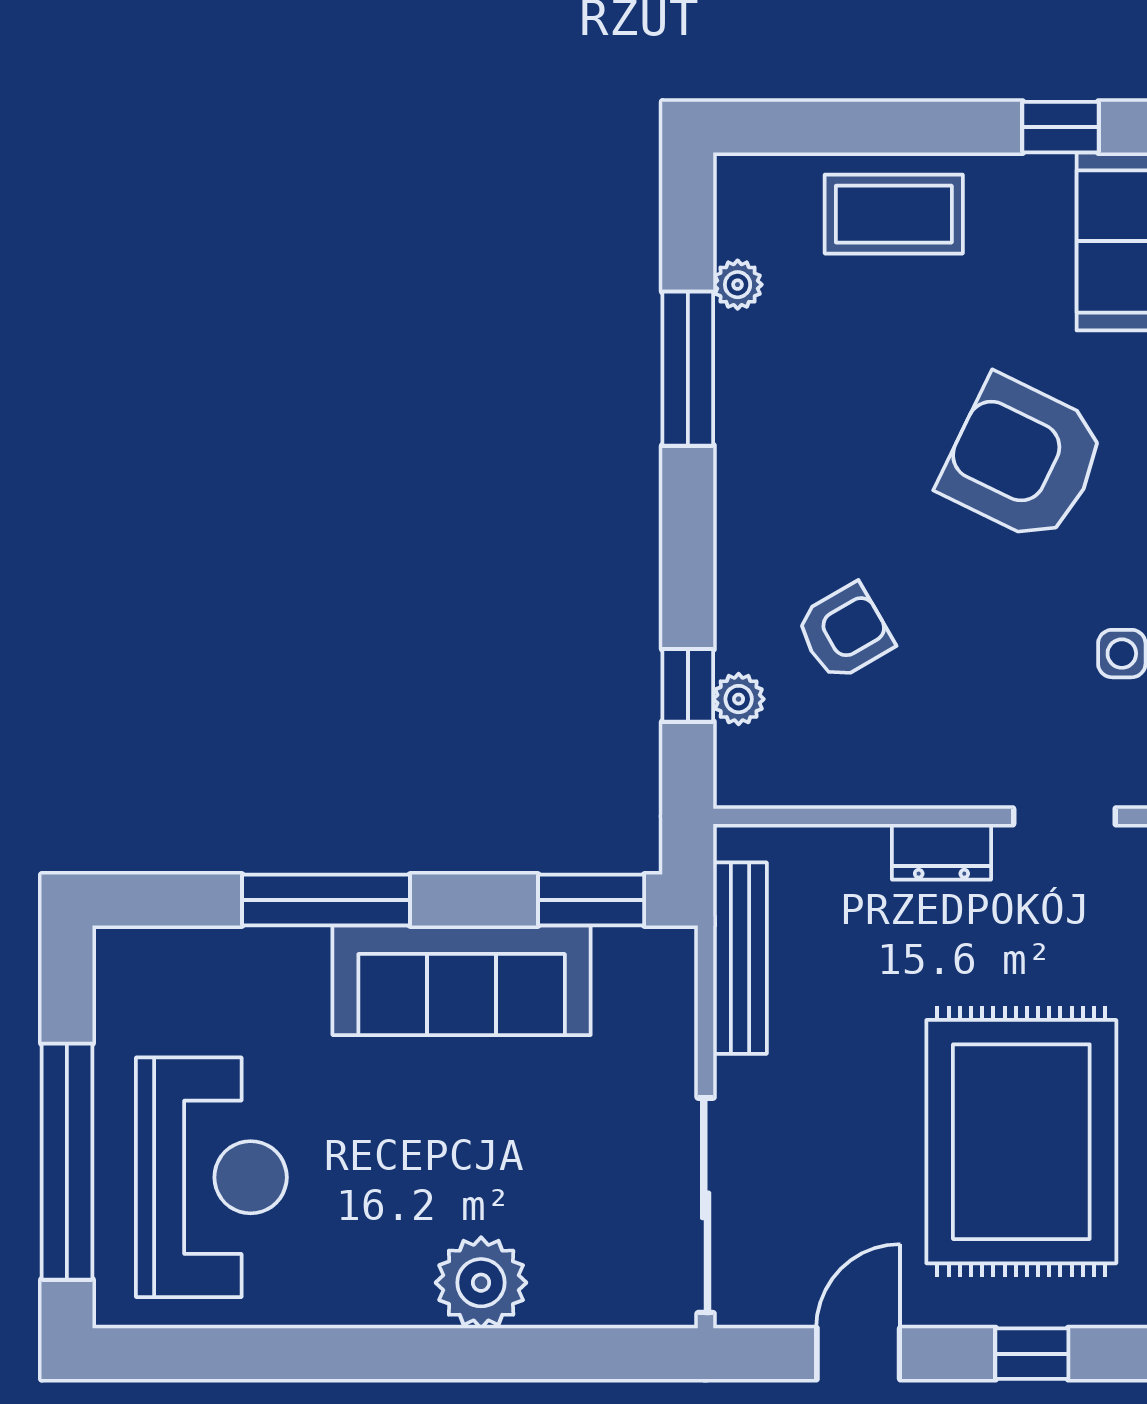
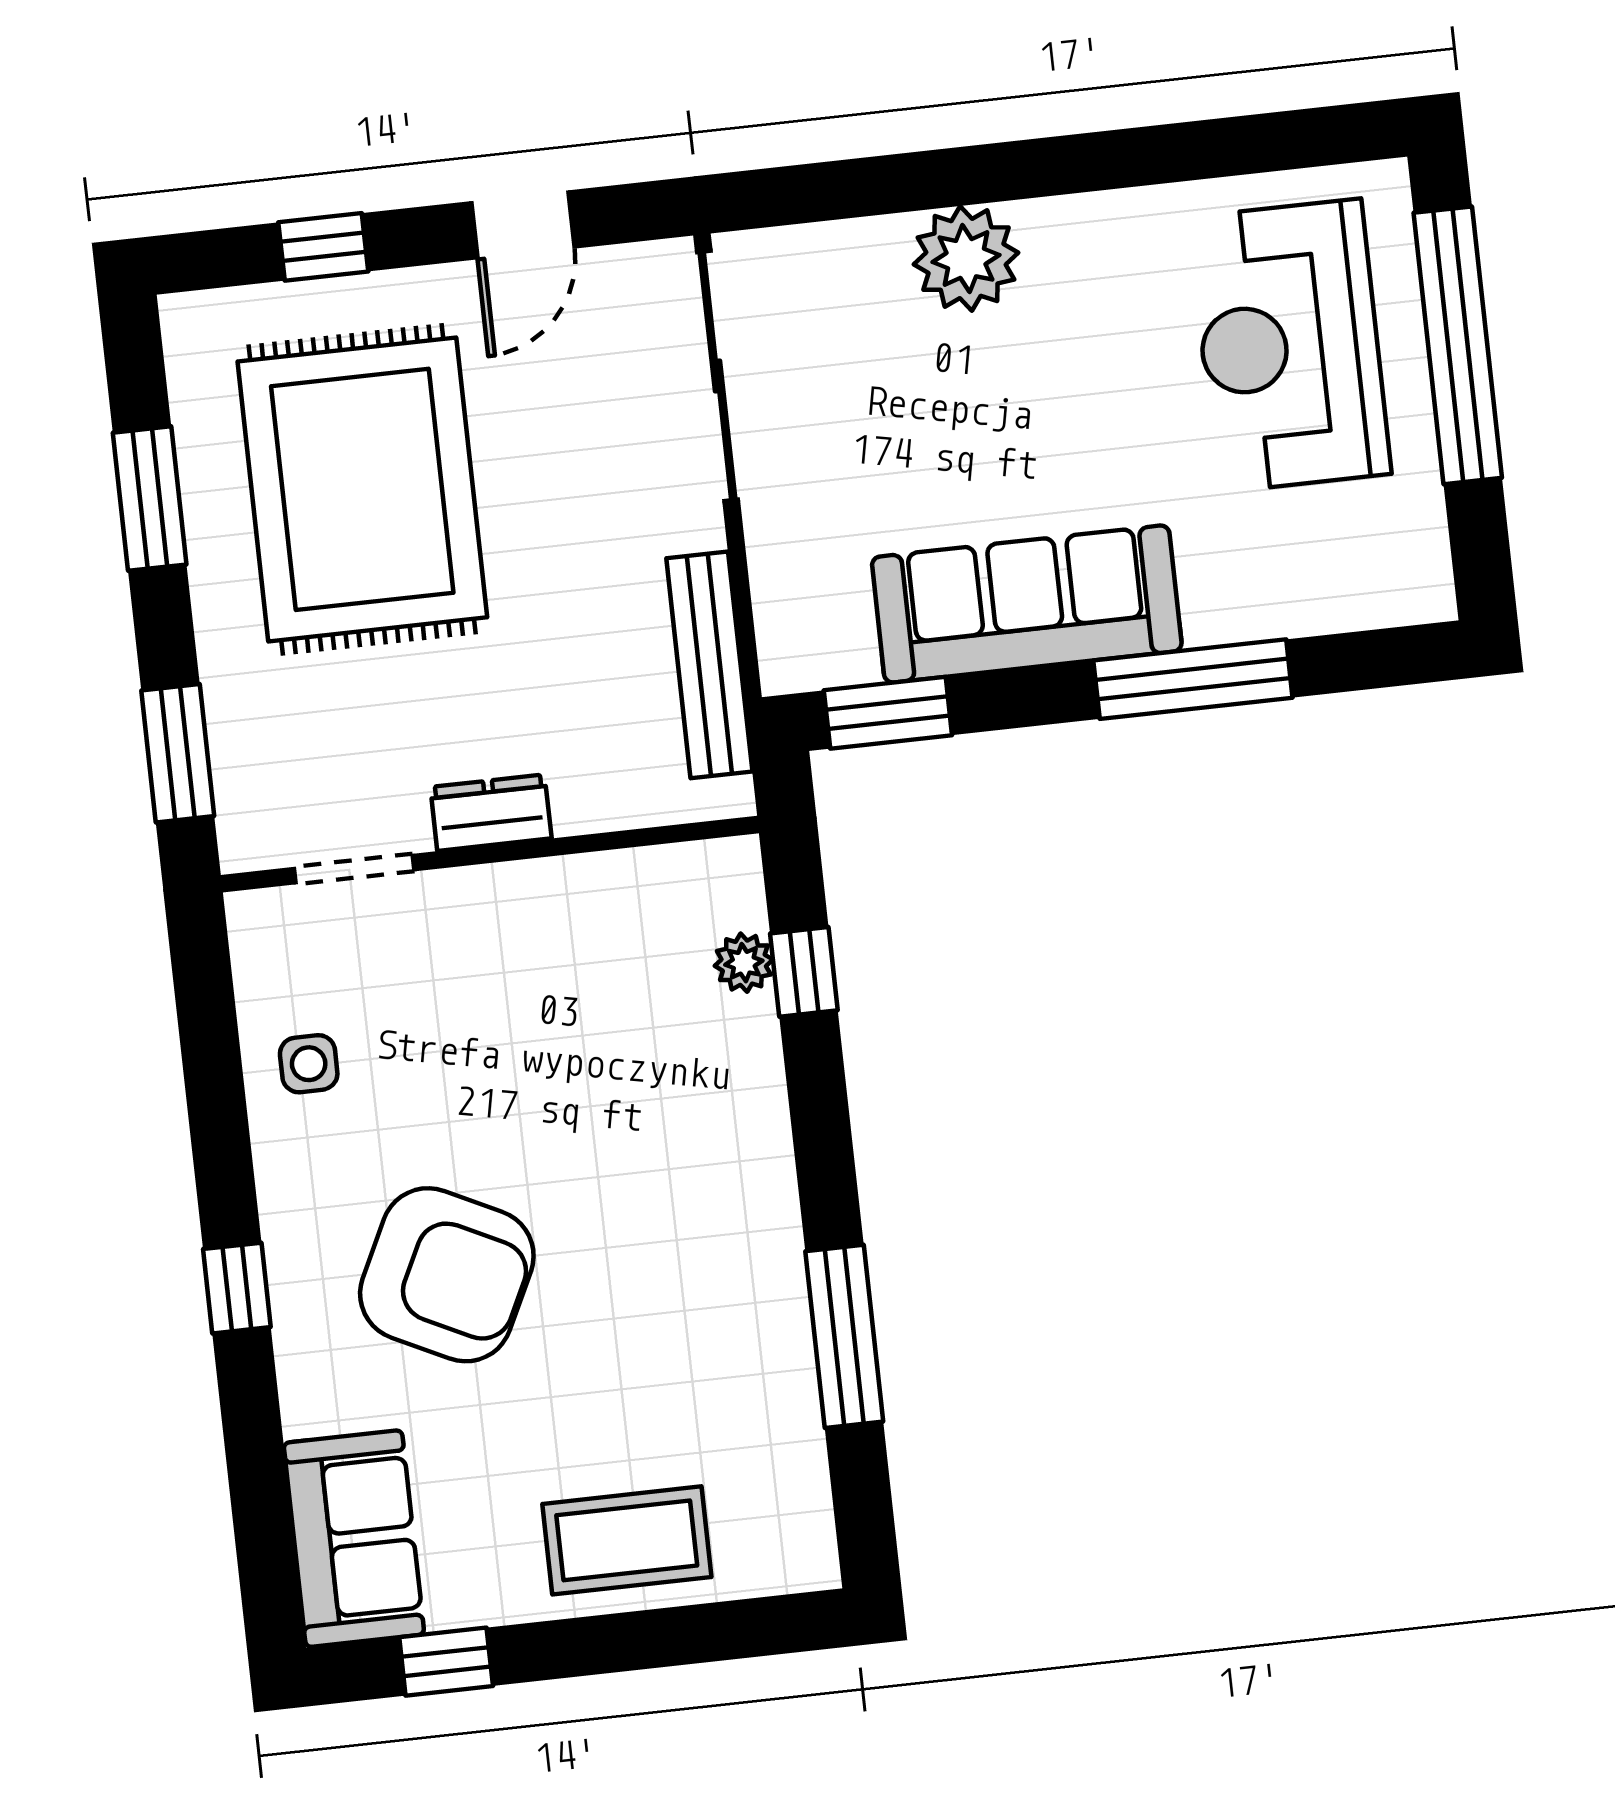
plant: (738, 285) -> (798, 1439), removed
armchair: (844, 632) -> (631, 1053), removed

